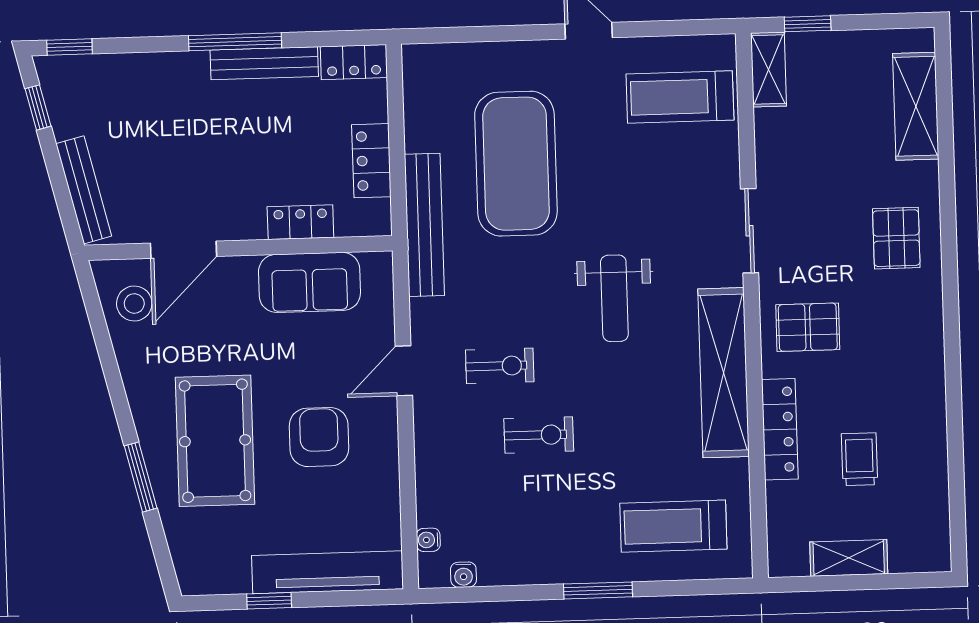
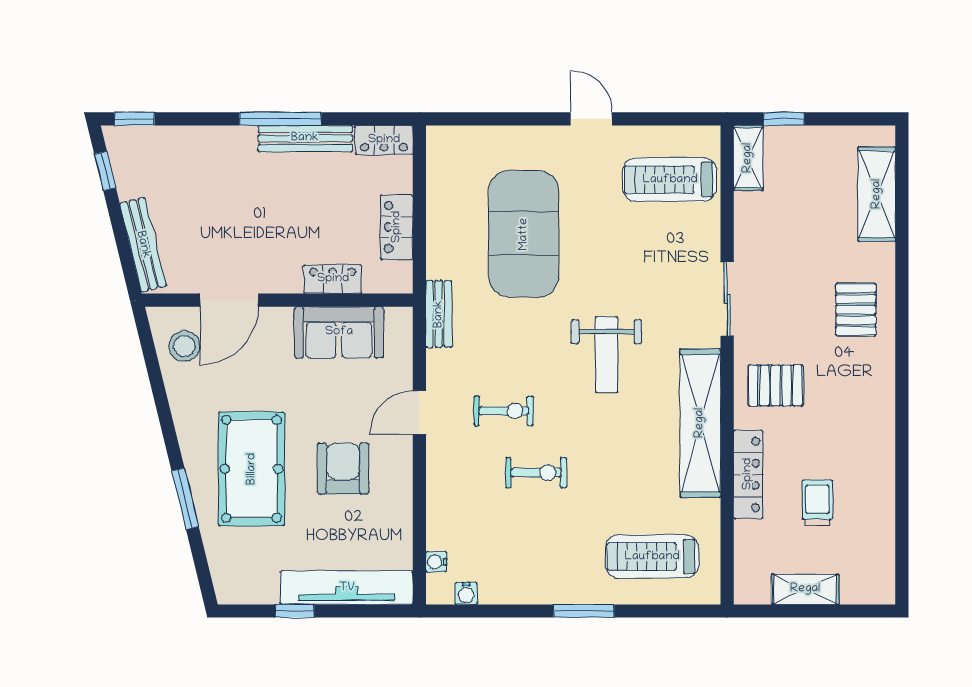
bench: (424, 225) -> (439, 314), width x0.54, depth x0.82

